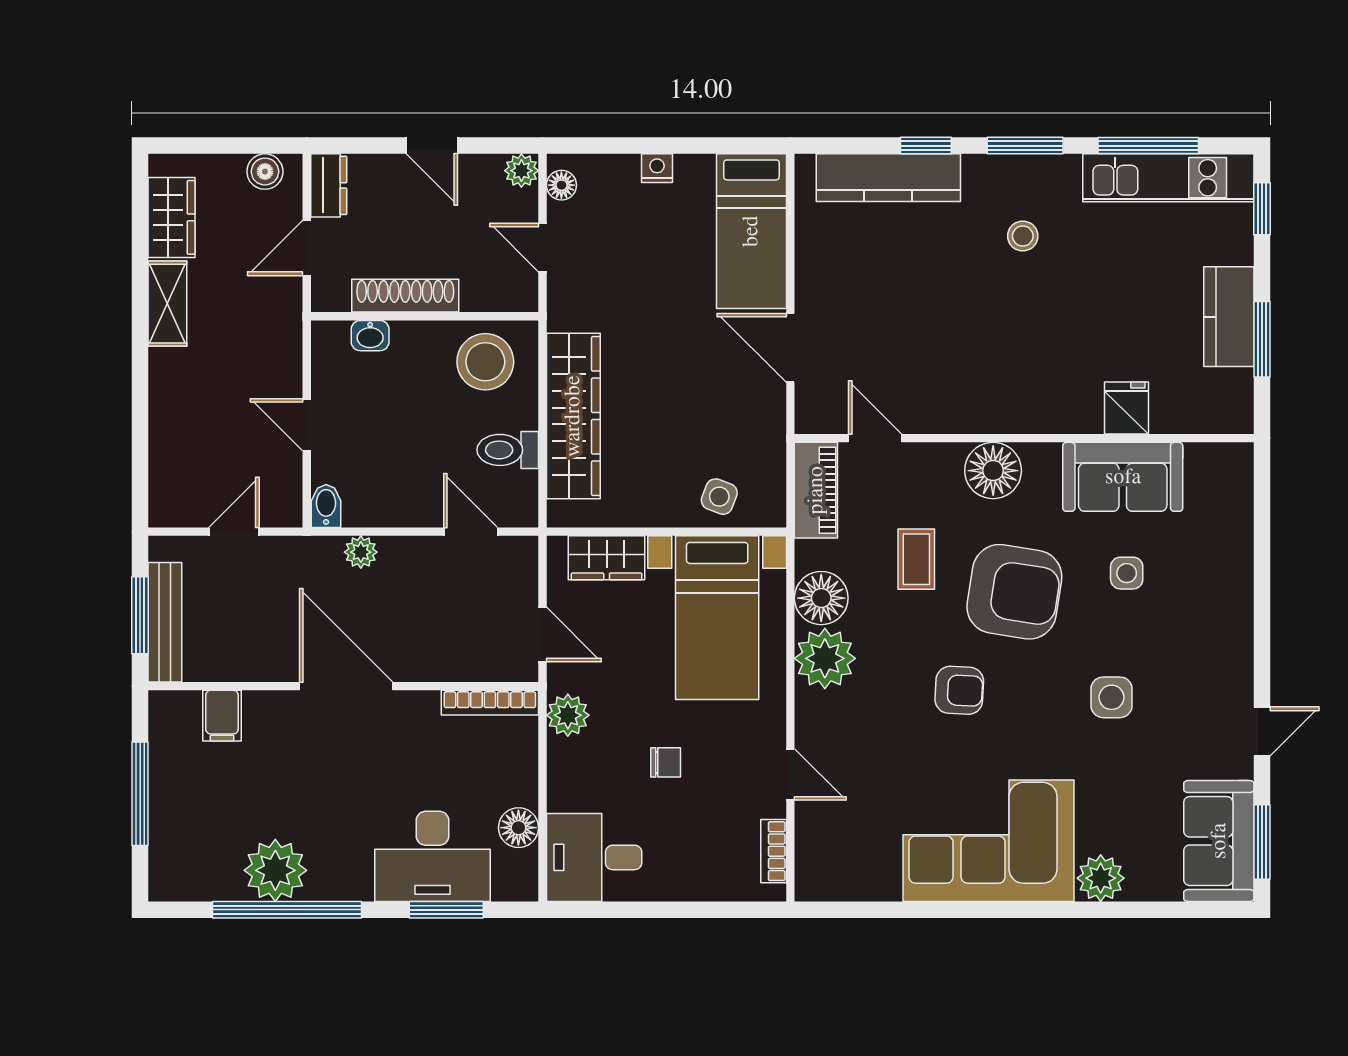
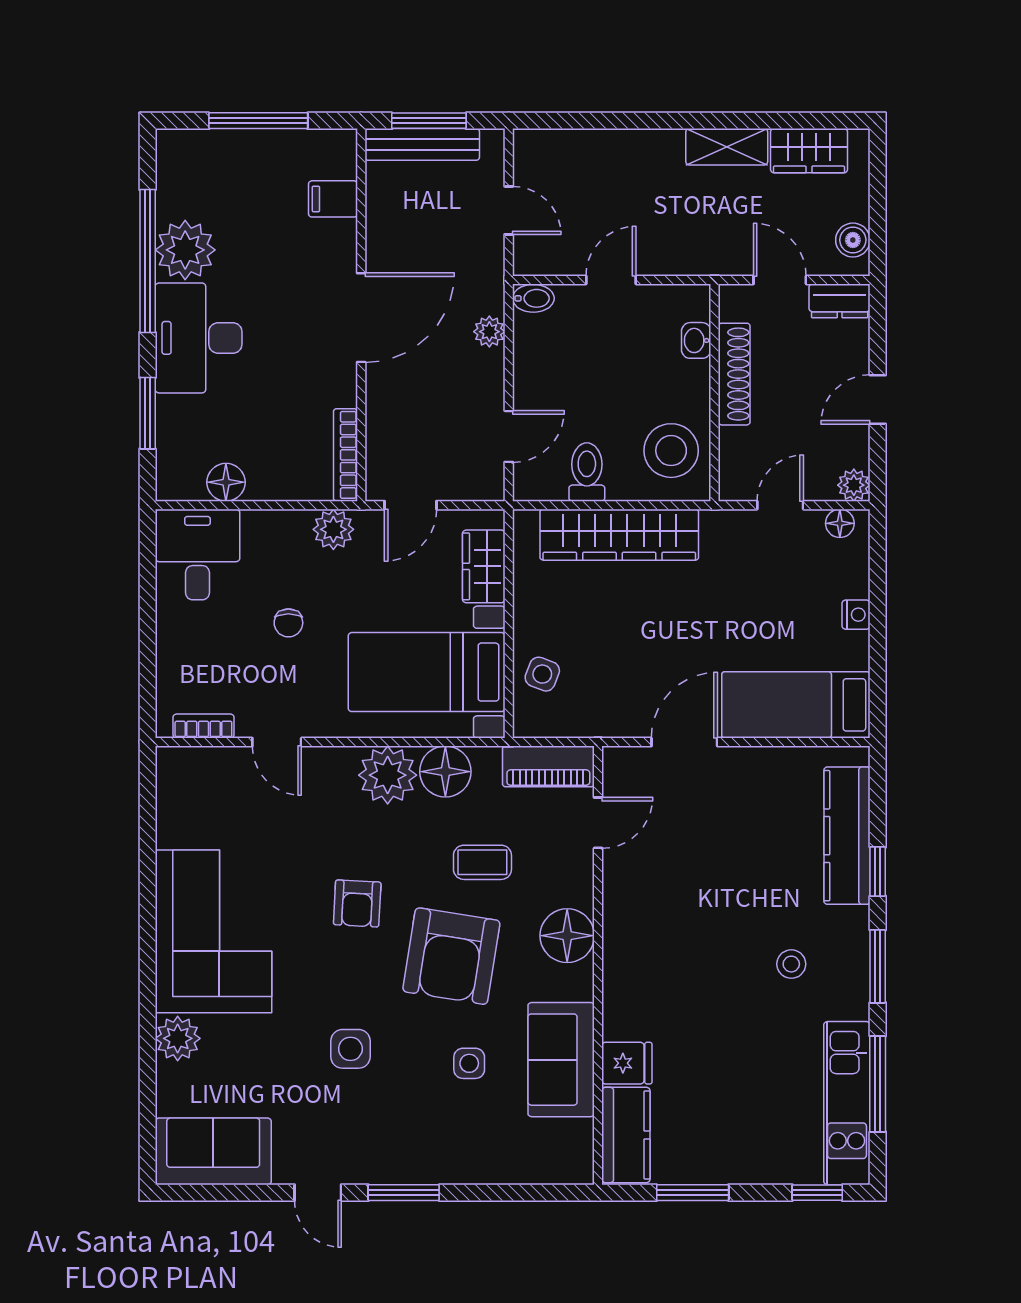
kitchen counter: (1229, 317) -> (626, 1135), moved, turned 90
door: (790, 774) -> (277, 742), hinge flipped
window: (1262, 842) -> (404, 1193), moved
desk: (432, 856) -> (199, 338), moved

